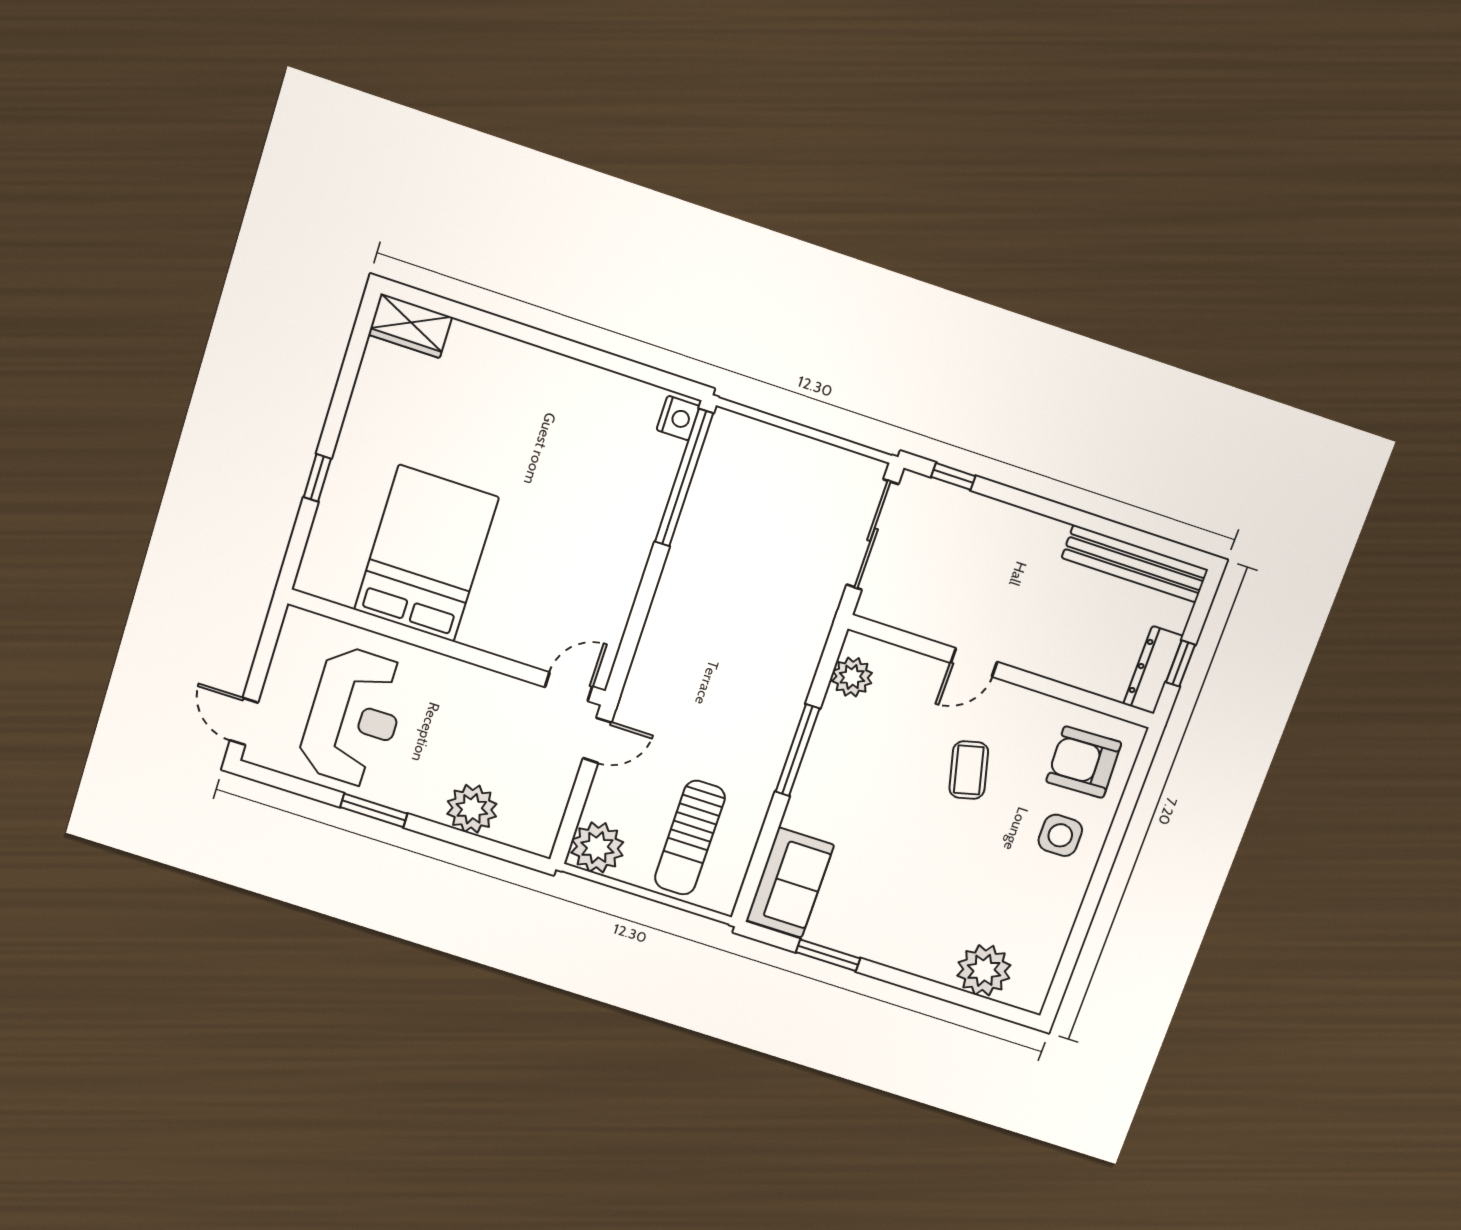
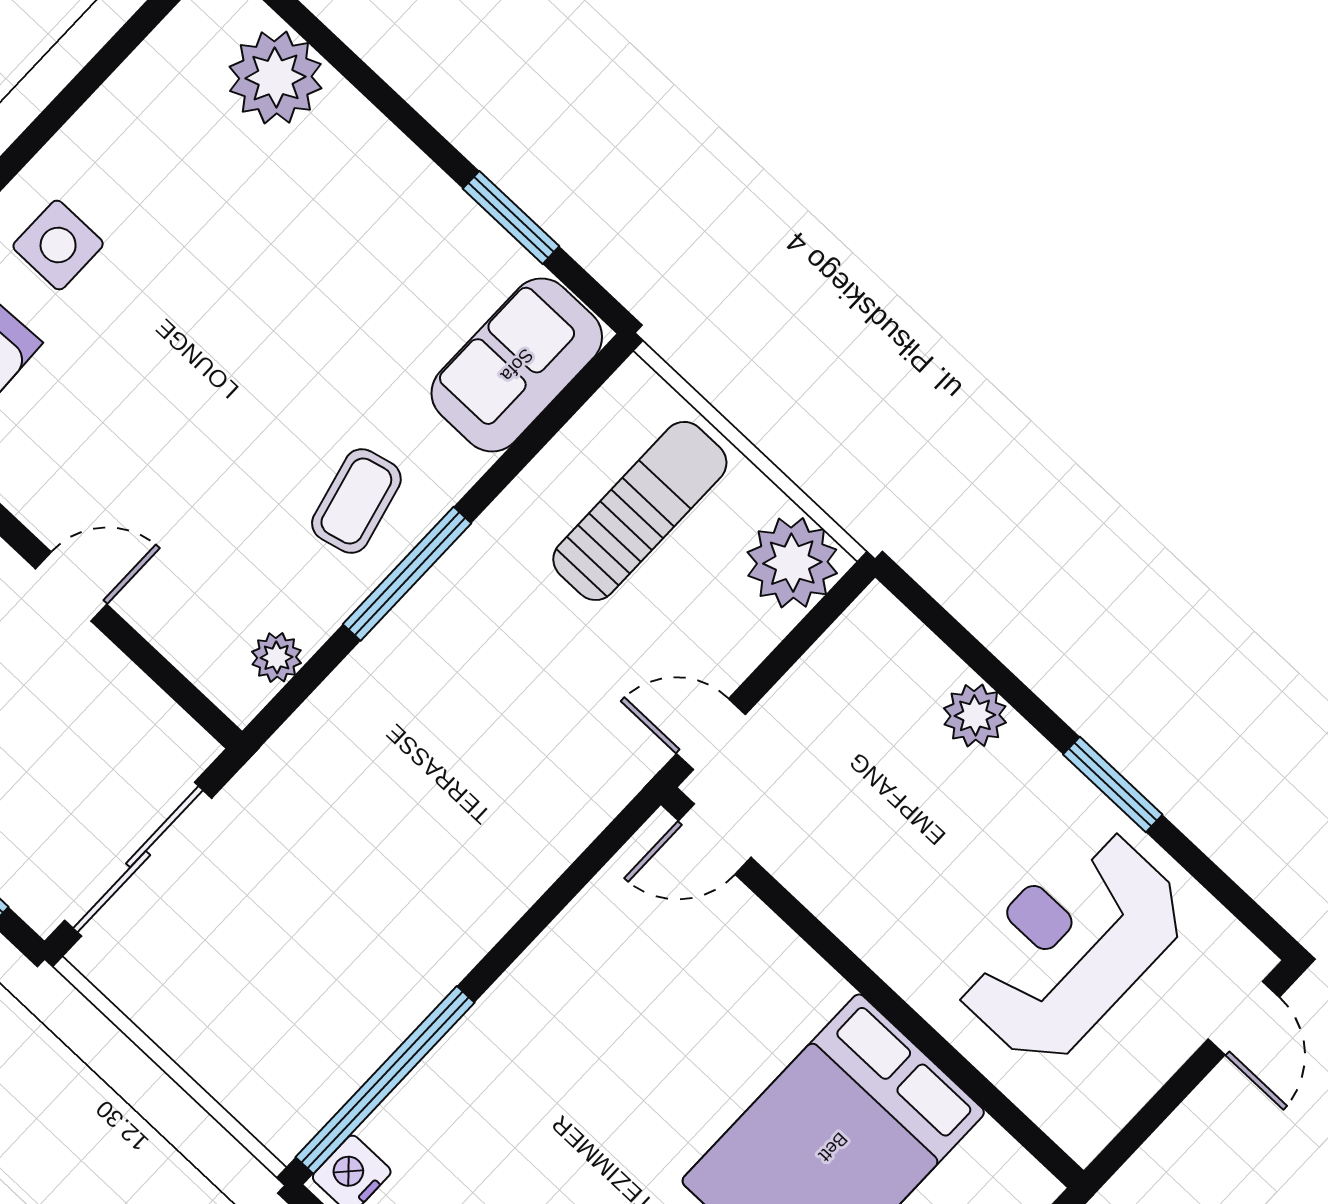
plant: (852, 677) -> (277, 657), width x0.73, depth x0.73
coffee table: (969, 770) -> (356, 501), moved
plant: (472, 809) -> (975, 715), width x0.73, depth x0.73

